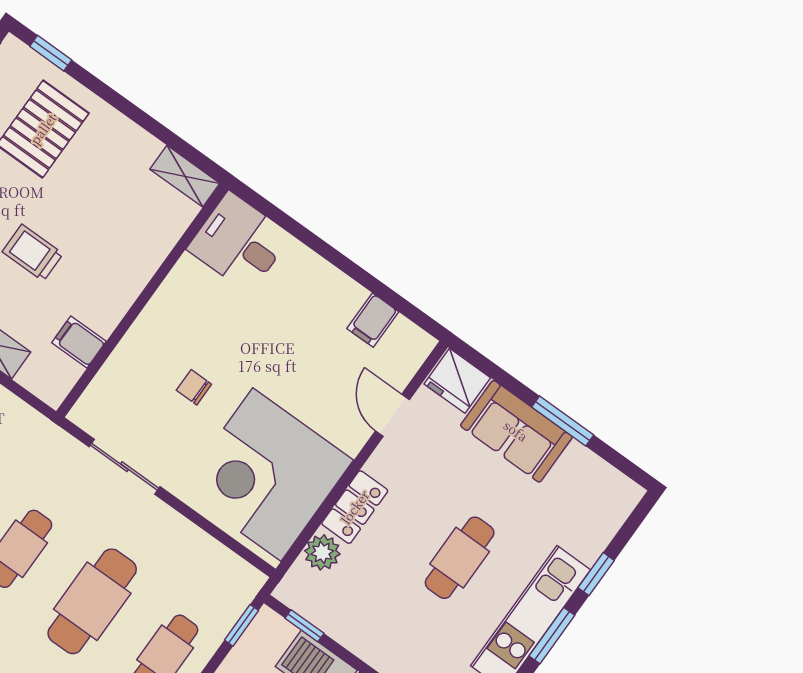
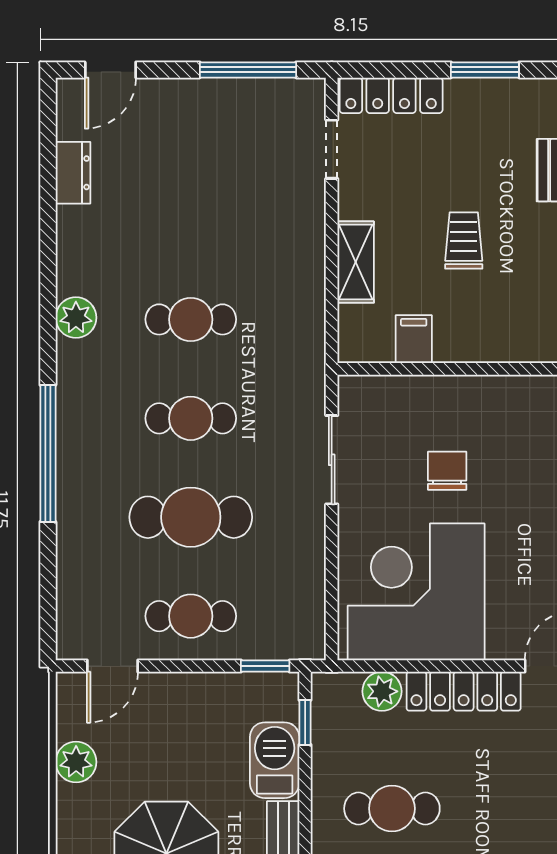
chair: (194, 387) -> (447, 471), width x1.37, depth x1.37
locker: (355, 507) -> (464, 691), width x1.53
cafe table: (460, 558) -> (392, 809), moved

